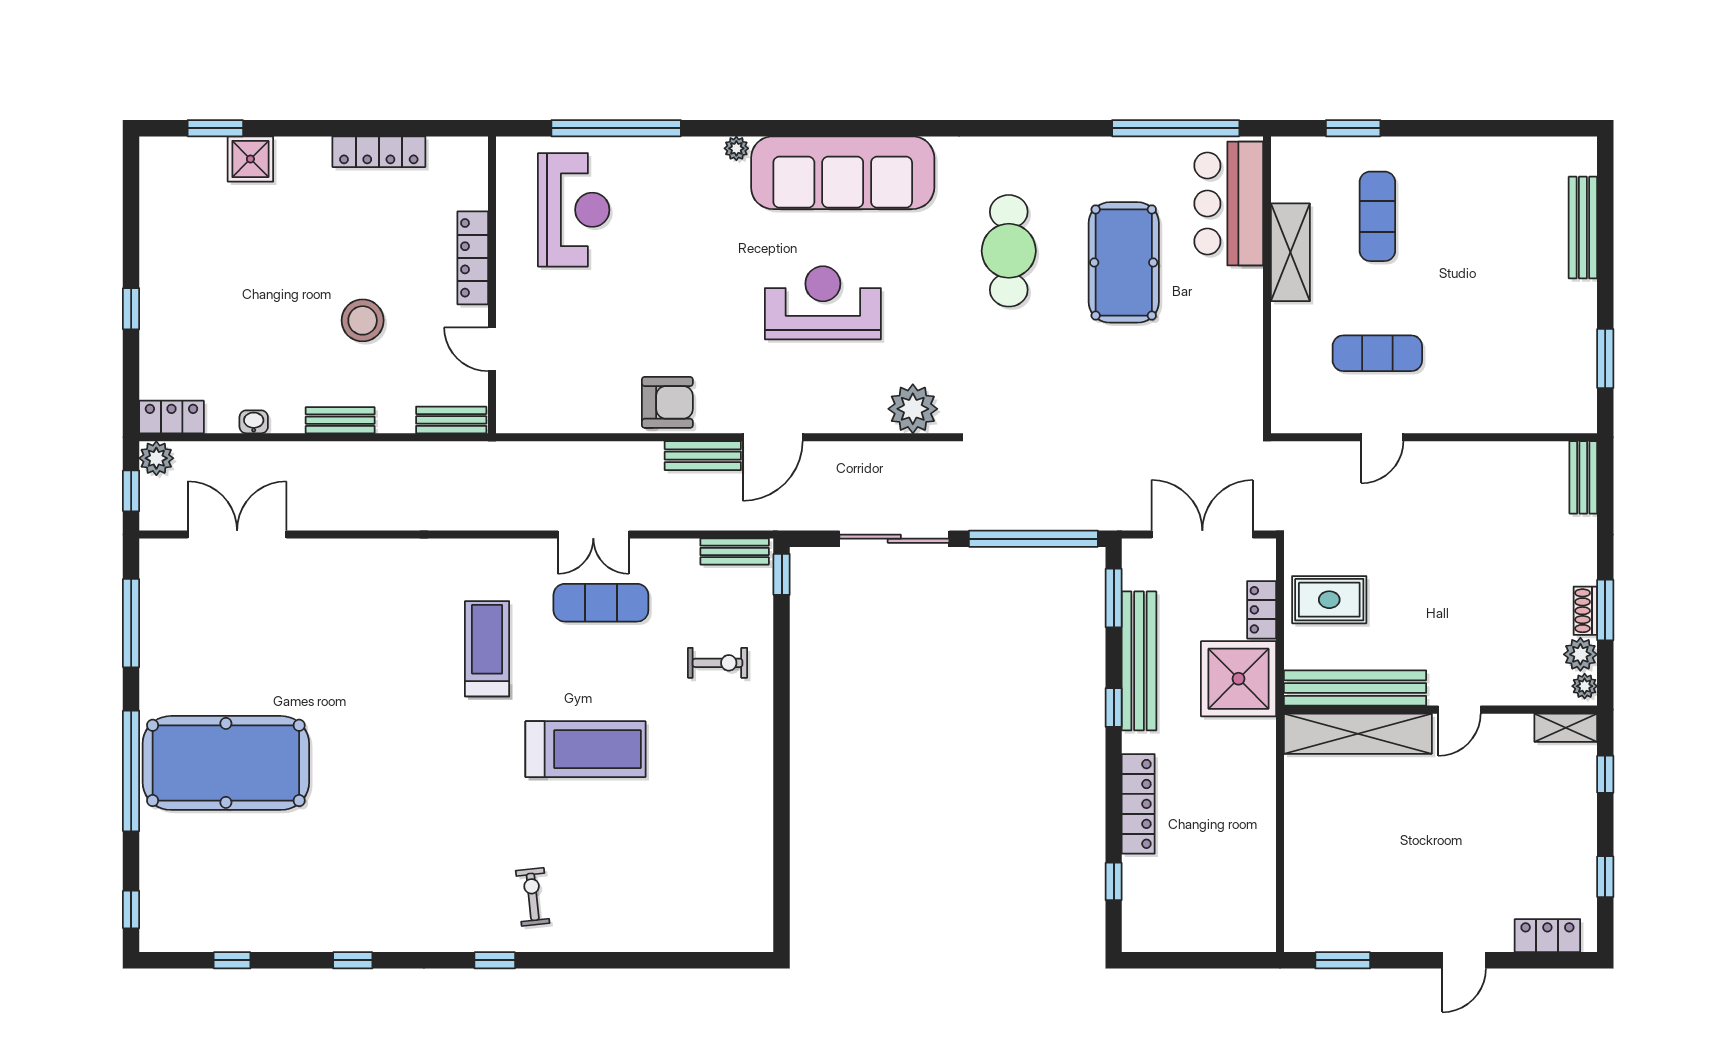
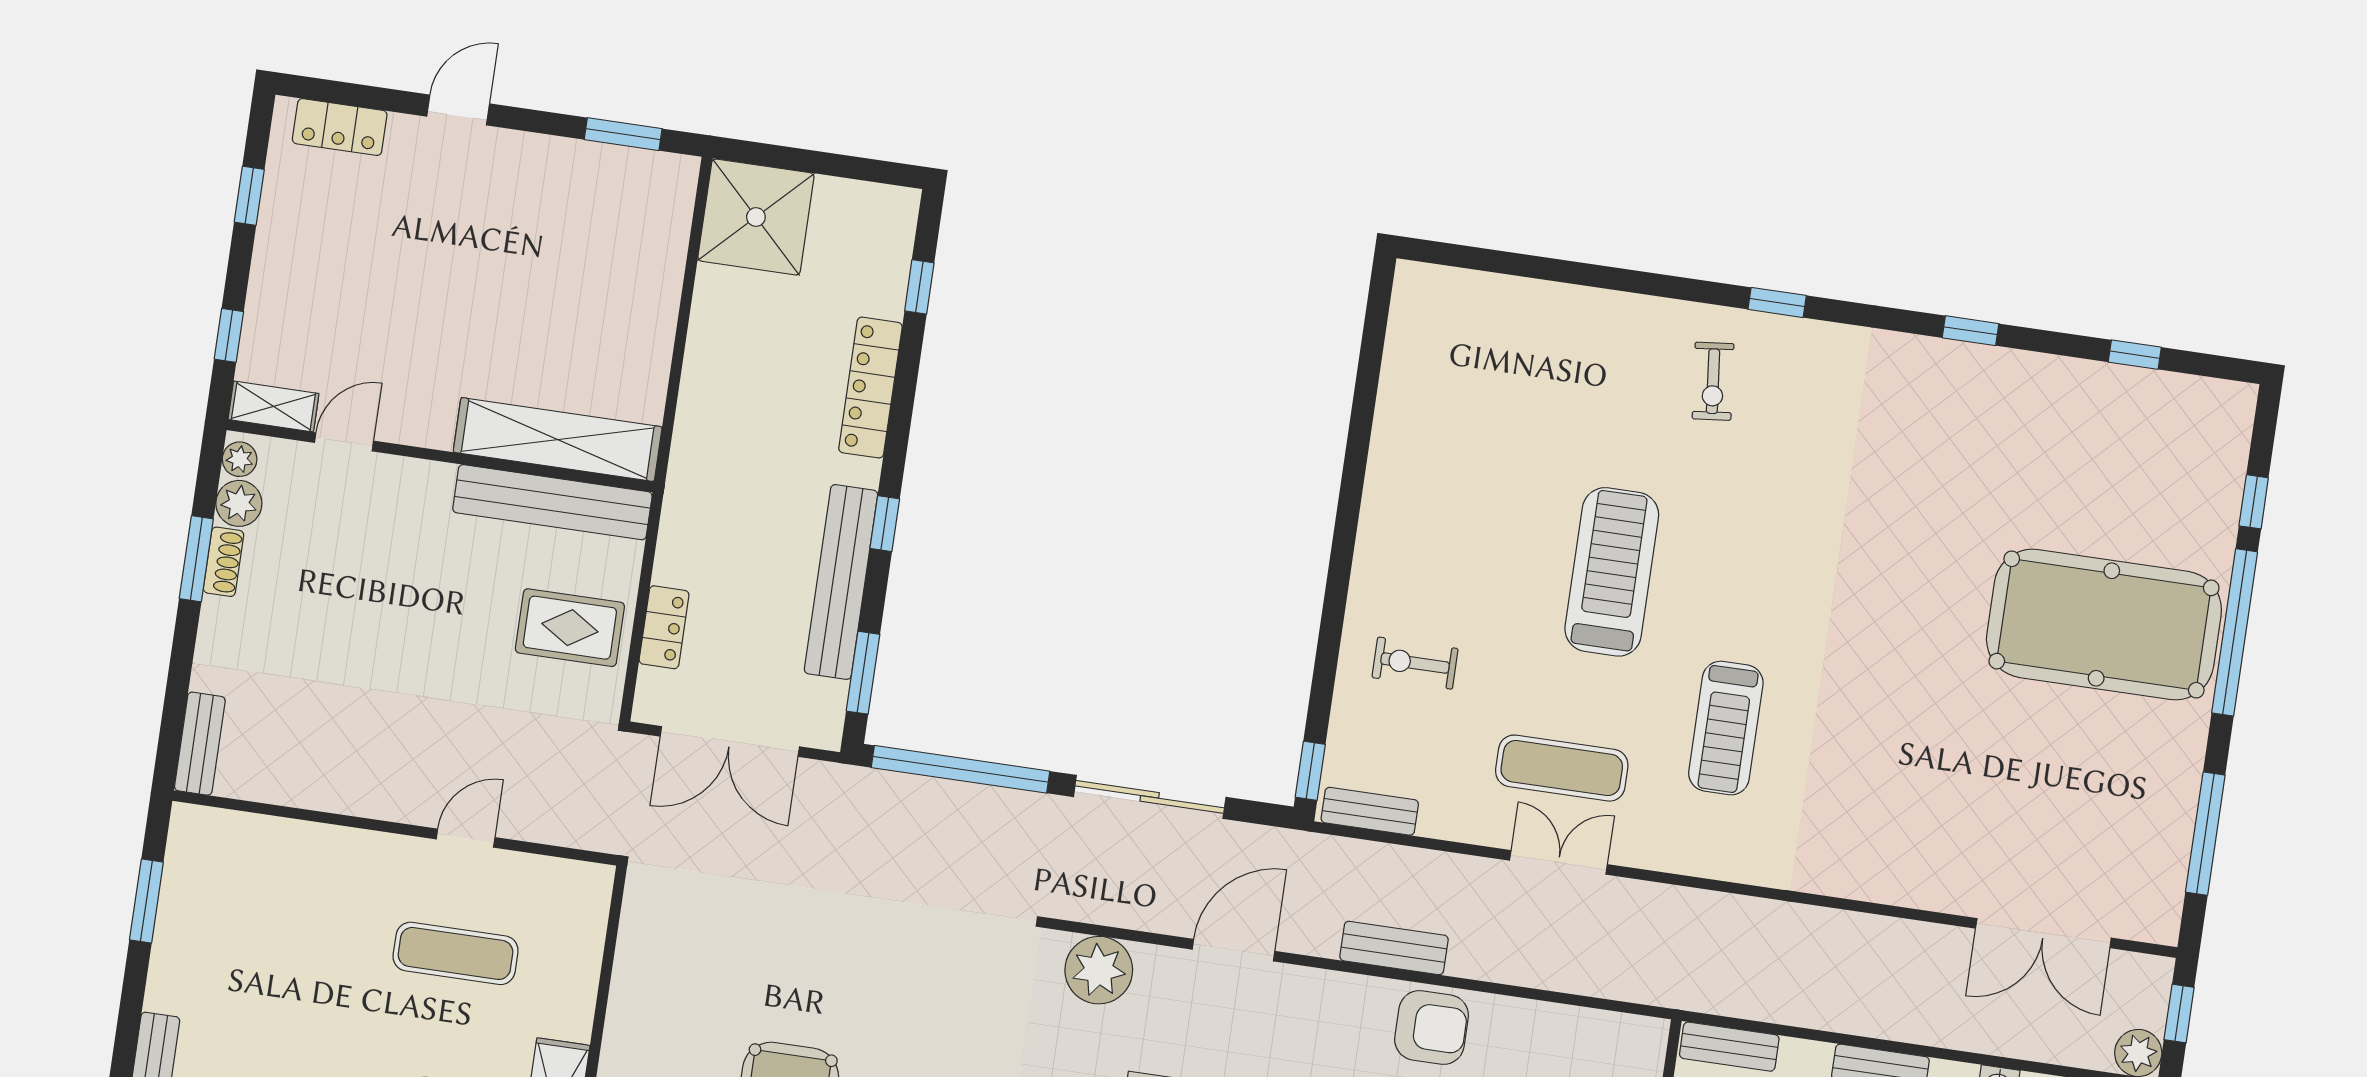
armchair: (667, 402) -> (1432, 1027), turned 180
door: (773, 437) -> (1233, 950), moved
shower: (1238, 679) -> (756, 217), moved
door: (1459, 710) -> (344, 442), moved
treadmill: (585, 749) -> (1612, 572), turned 90
window: (131, 909) -> (2254, 502), moved

